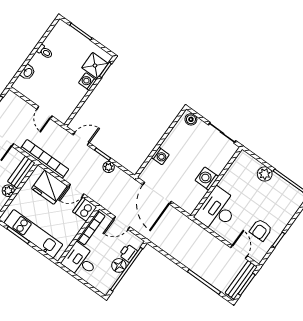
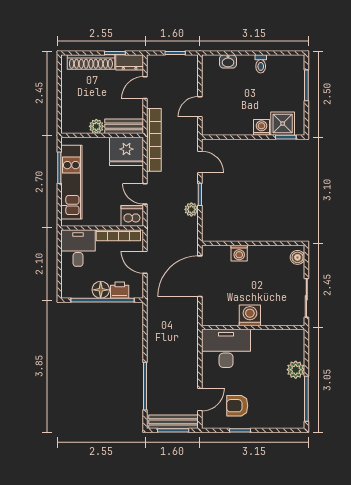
fridge: (49, 187) -> (126, 151), moved, turned -90

